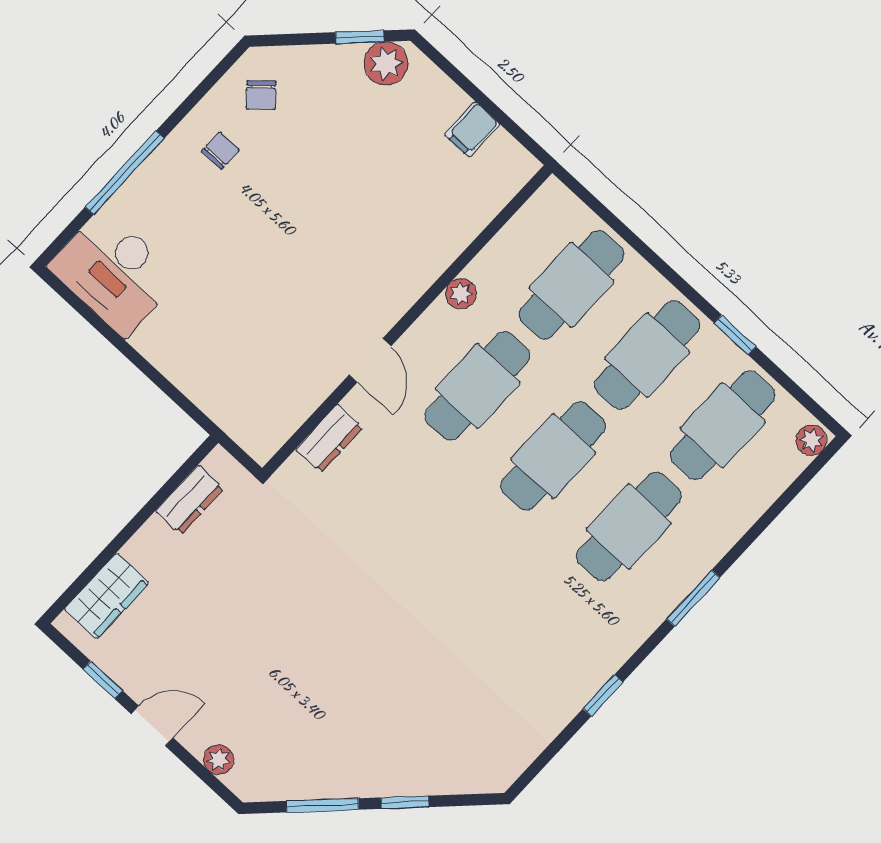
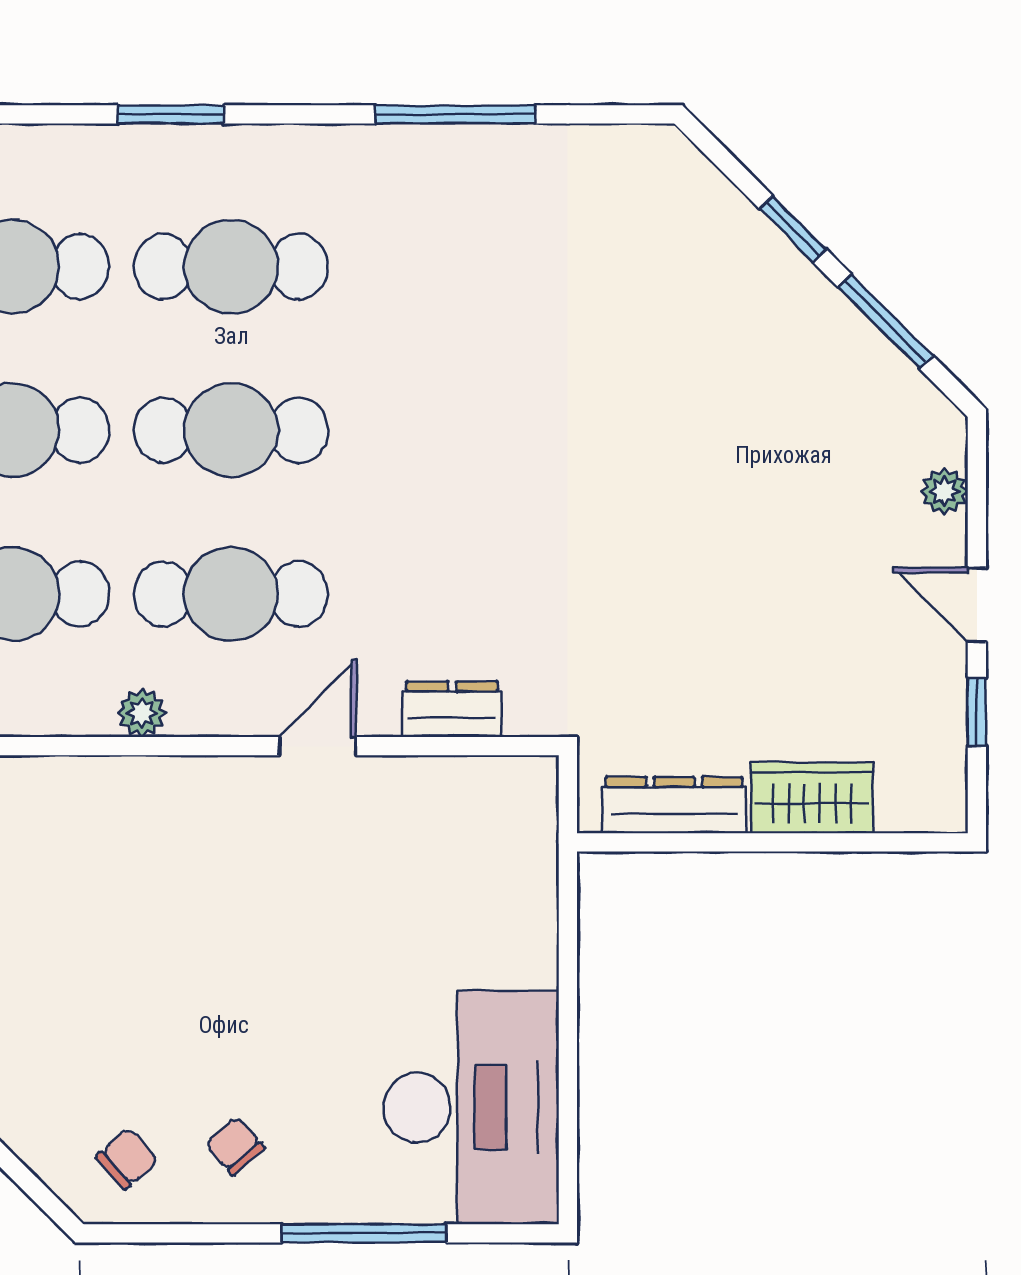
chair: (221, 151) -> (235, 1146), turned 49
desk: (114, 272) -> (471, 1107), width x1.36, depth x1.30
dresser: (190, 500) -> (674, 805), width x1.44
wardrobe: (107, 596) -> (812, 798), moved
window: (693, 598) -> (171, 114), moved
window: (603, 695) -> (455, 114), width x2.17

